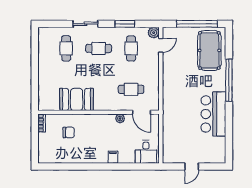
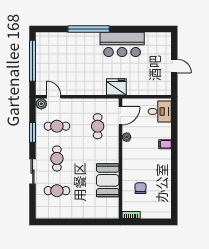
pool table: (209, 50) -> (59, 48), removed
fridge: (171, 108) -> (116, 87), added

